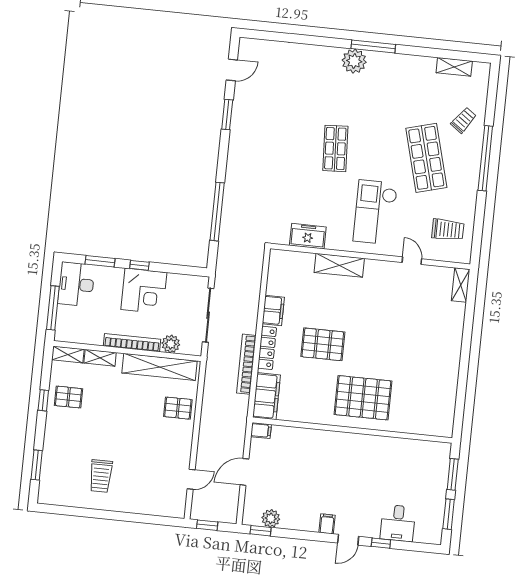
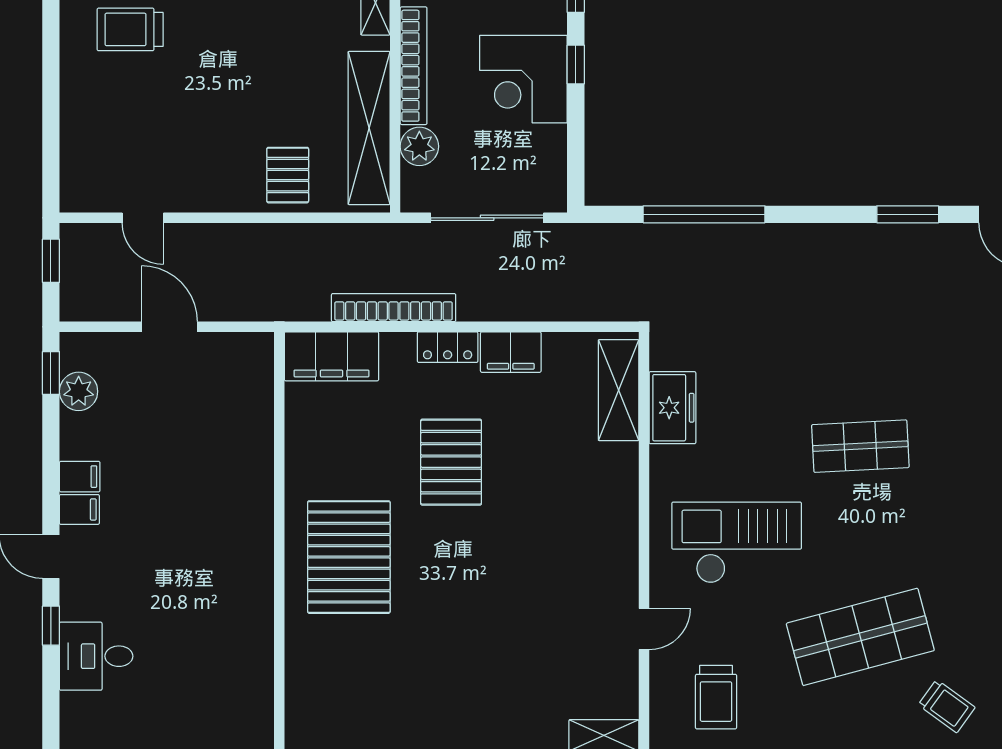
shelving: (339, 265) -> (619, 390), moved
locker: (267, 348) -> (448, 347), width x0.66
filing cabinet: (261, 431) -> (80, 477), moved, turned -90

